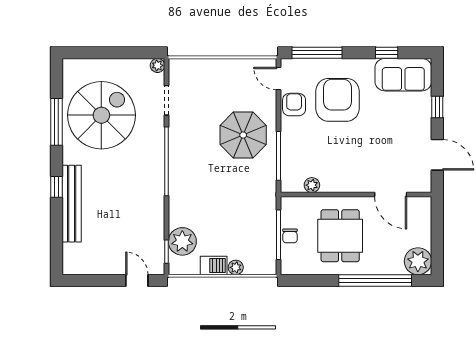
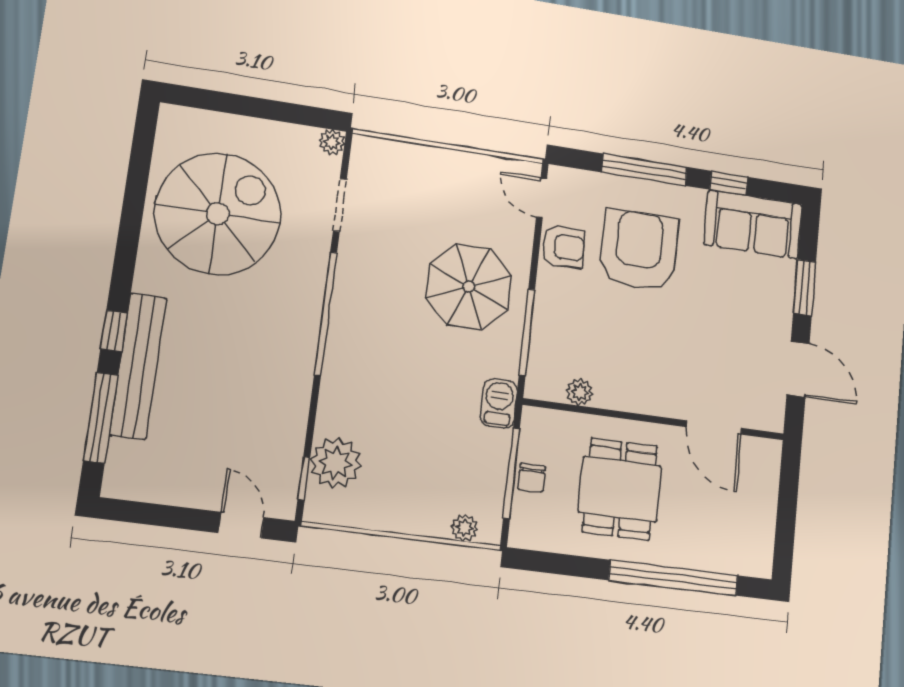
window: (317, 53) -> (644, 170), moved
armchair: (294, 105) -> (564, 247), turned 89
window: (437, 107) -> (805, 288), width x1.50
window: (56, 122) -> (101, 418), moved
plant: (418, 261) -> (750, 552), removed
barbecue: (214, 265) -> (499, 403), moved, turned -90
plant: (236, 267) -> (464, 528), moved

